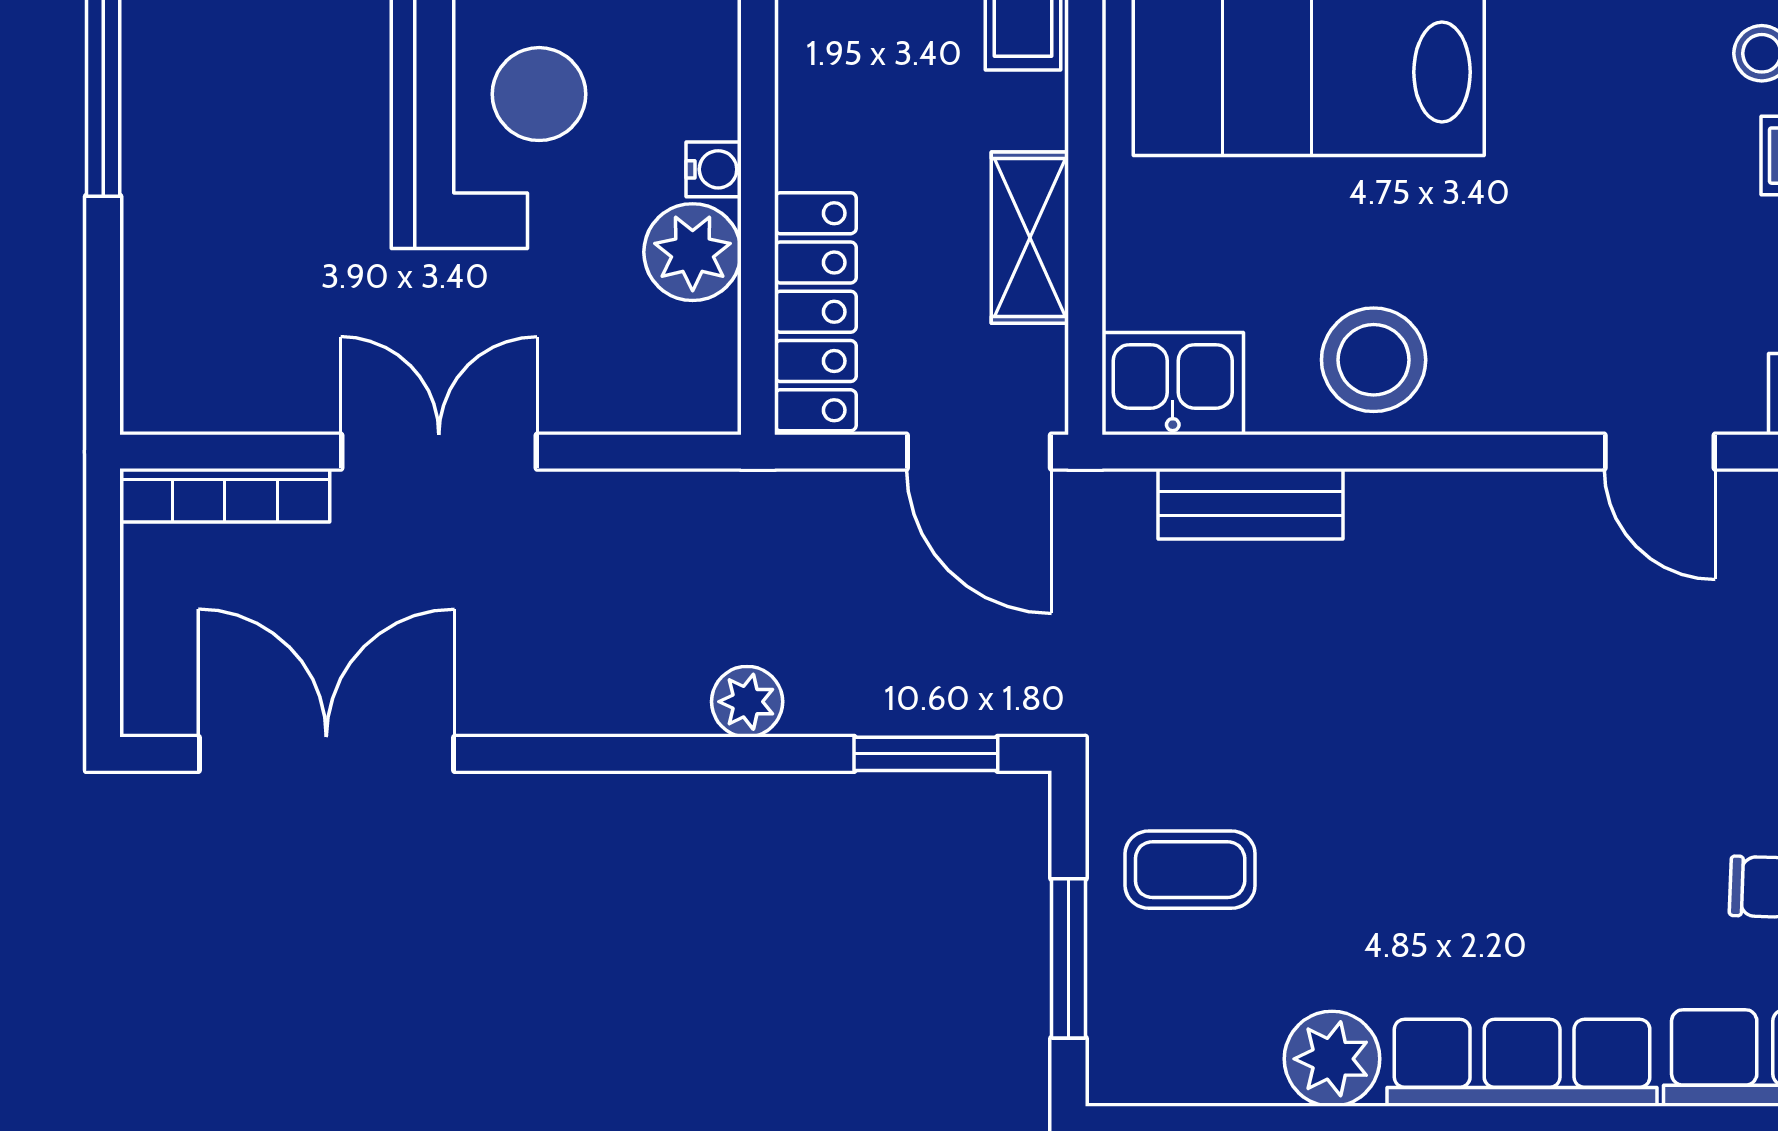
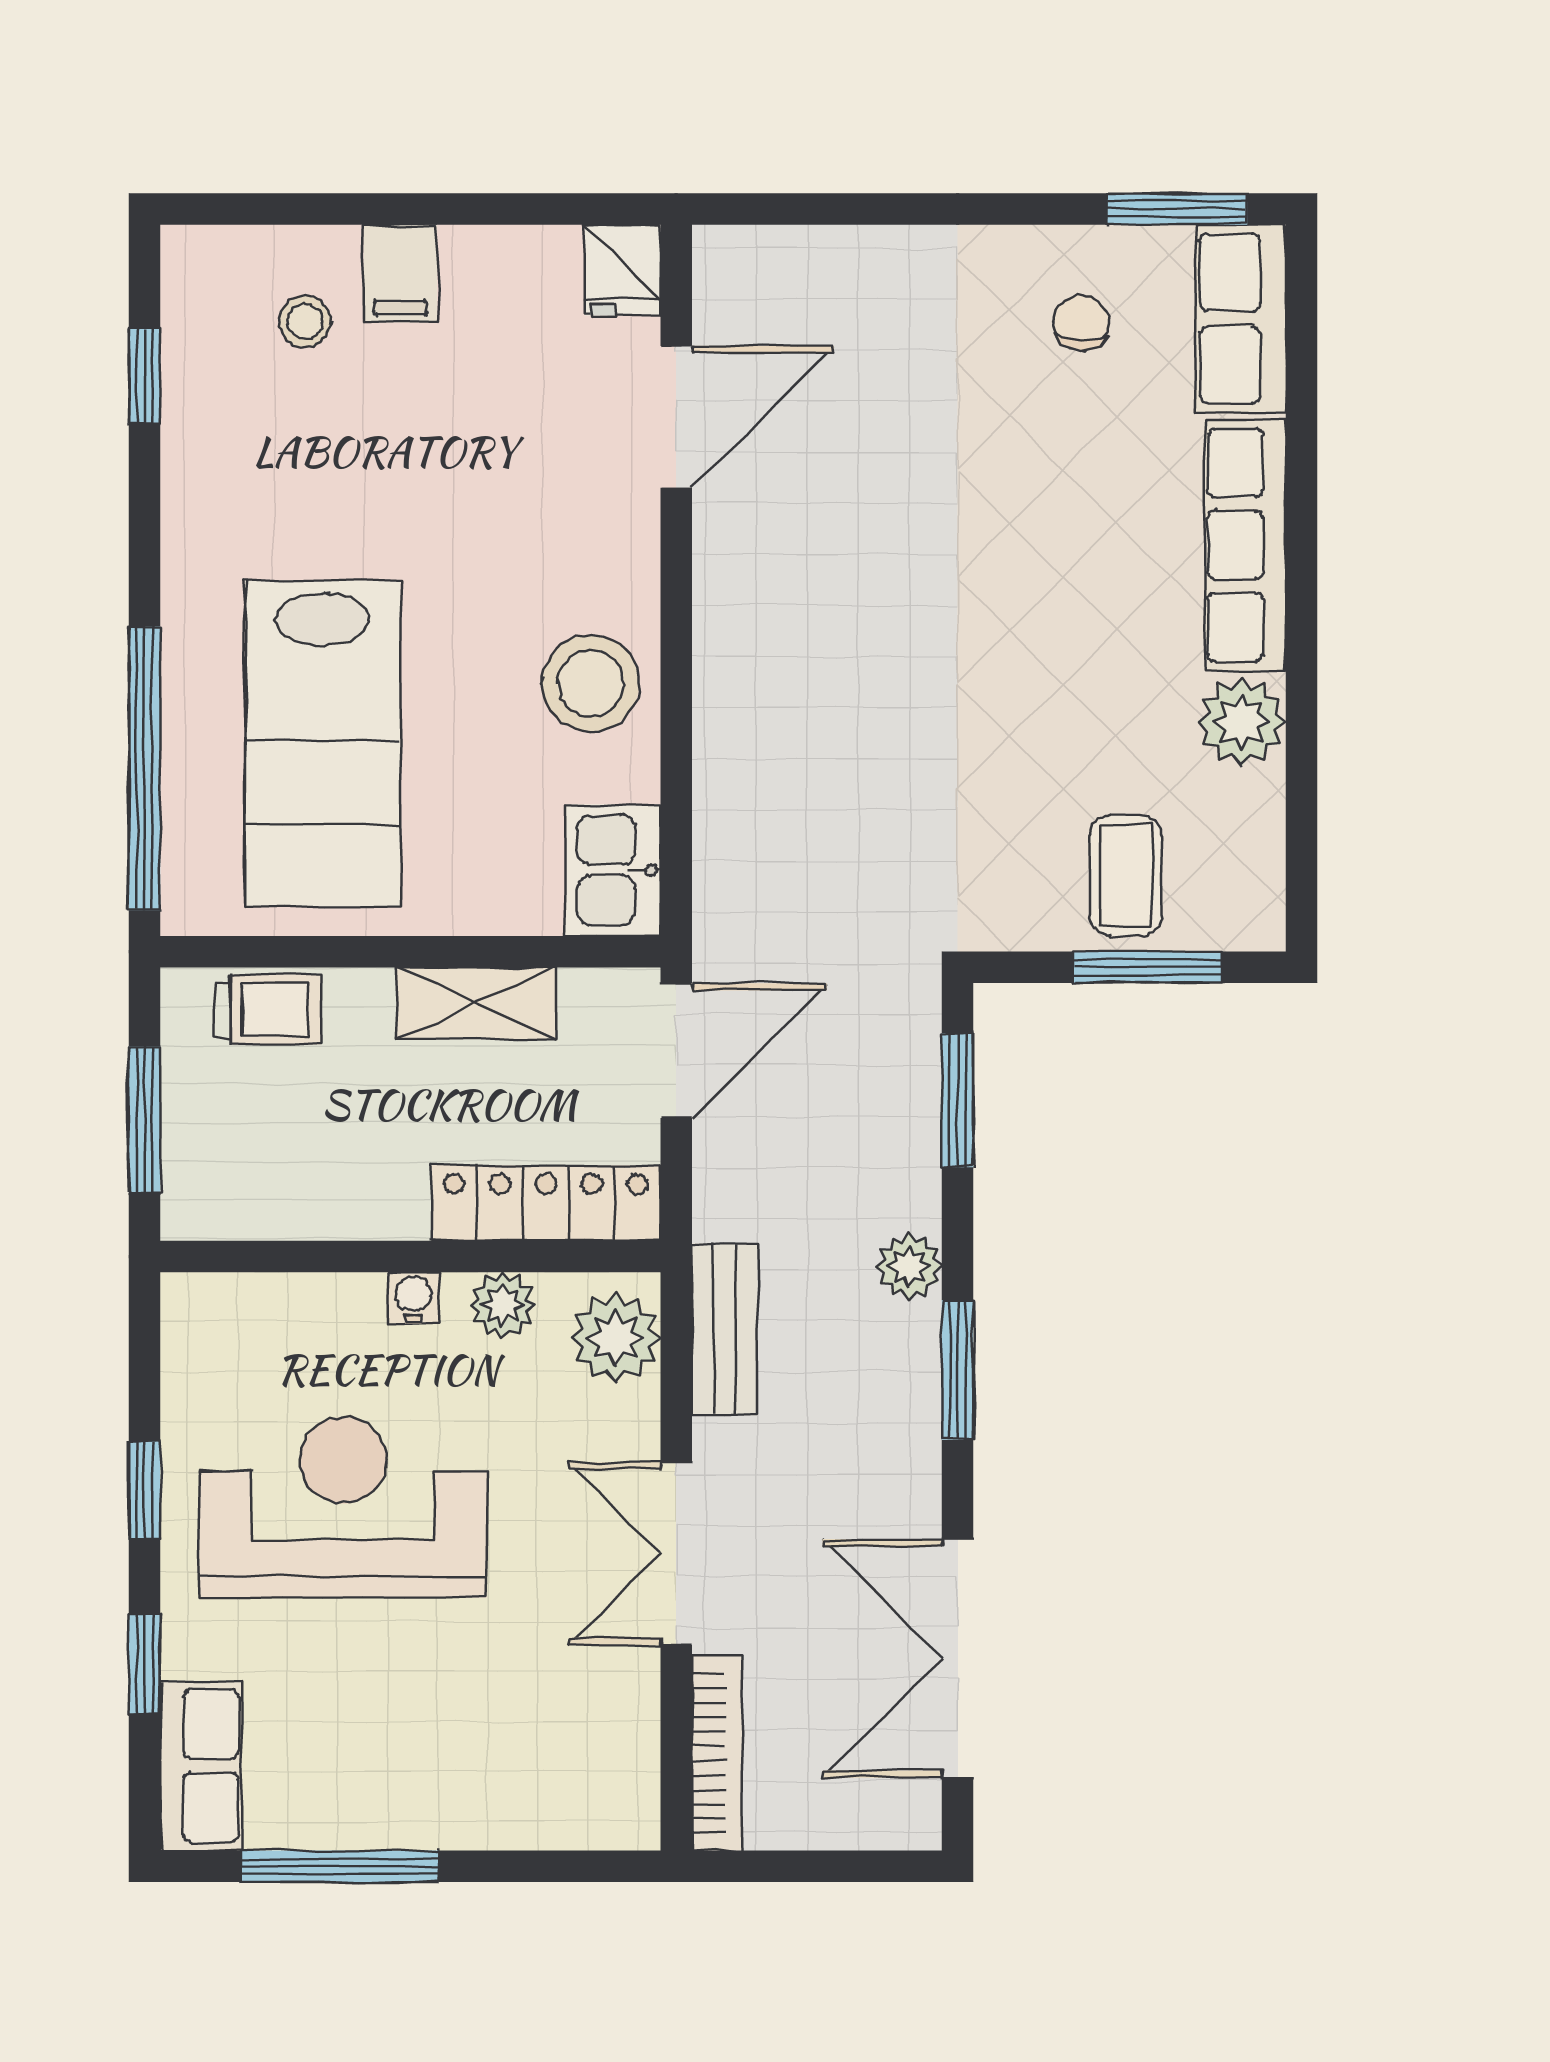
plant: (693, 252) -> (503, 1305), width x0.73, depth x0.73
plant: (671, 387) -> (616, 1338), added
door: (1660, 452) -> (676, 417), width x1.38
bench: (1250, 504) -> (725, 1329), moved
window: (636, 754) -> (958, 1370), added
coffee table: (1190, 870) -> (1126, 875), moved

